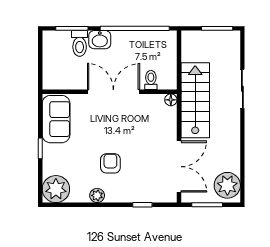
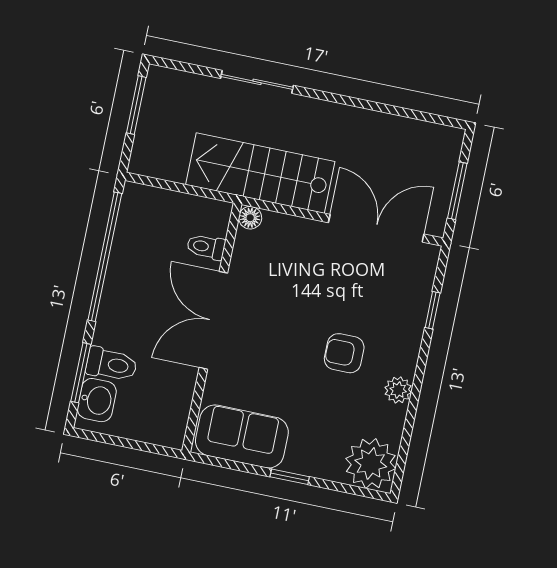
washbasin: (100, 40) -> (97, 400), moved
plant: (227, 185) -> (429, 146), removed

